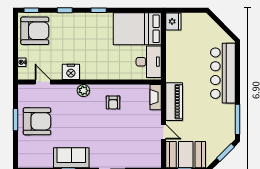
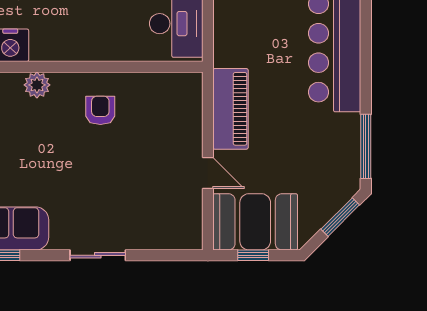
fireplace: (156, 97) -> (191, 99), removed
armchair: (113, 102) -> (100, 110), turned 180

